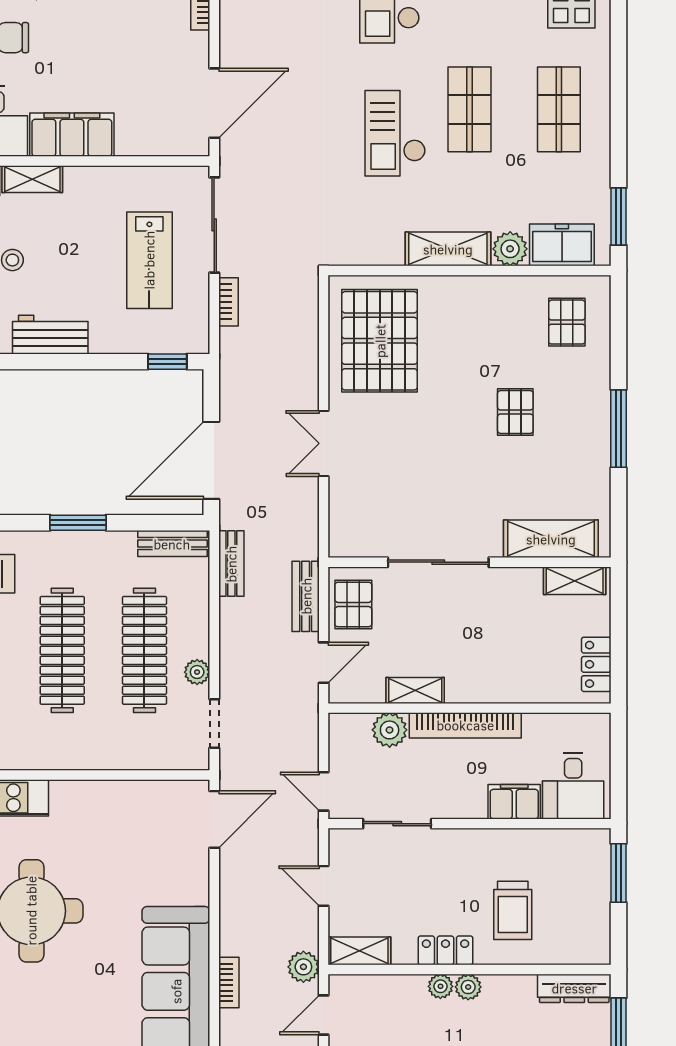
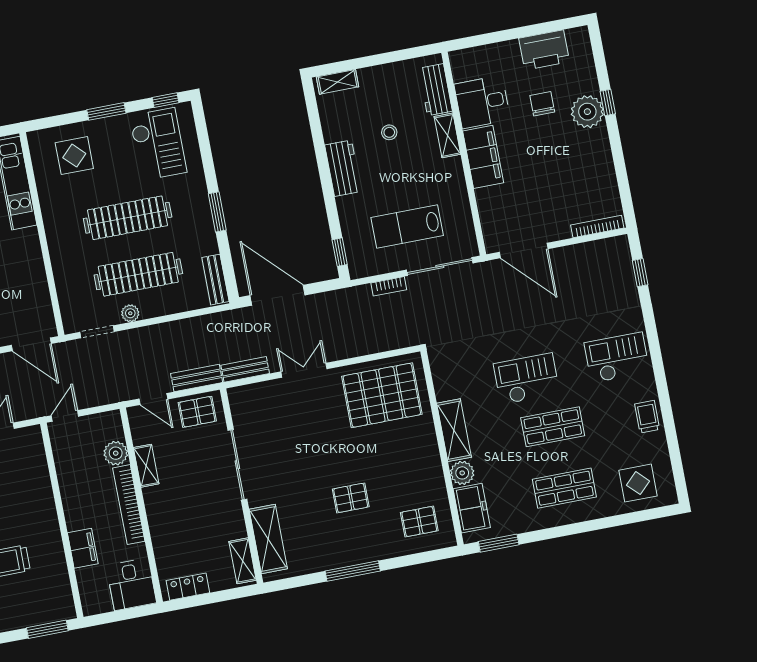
bench: (231, 564) -> (245, 369), moved
desk: (573, 786) -> (131, 584), moved, turned -90
sliding door: (397, 824) -> (52, 471), removed

